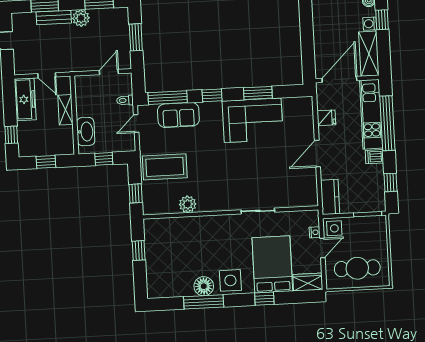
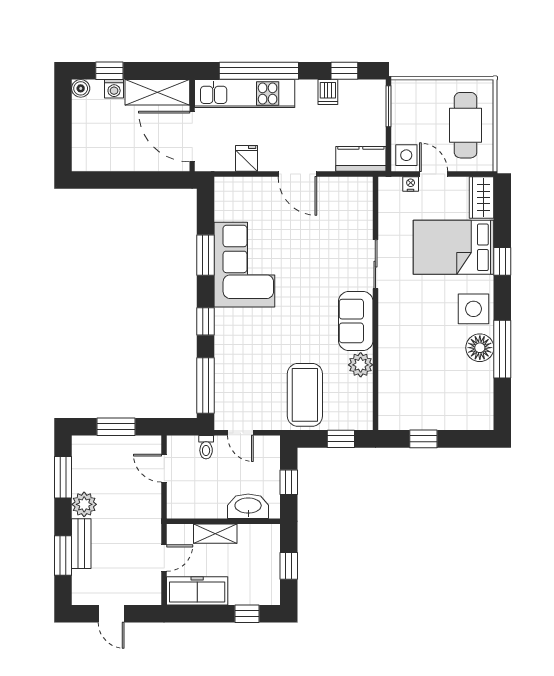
sofa: (178, 115) -> (356, 321), moved, turned 180
dishwasher: (374, 157) -> (328, 92), moved

